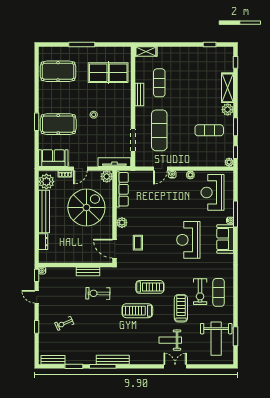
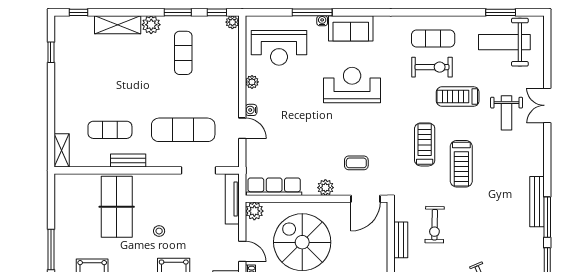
table tennis table: (108, 73) -> (117, 207), moved
reception desk: (188, 240) -> (352, 85), turned 180
weight bench: (216, 339) -> (504, 42), turned 180

